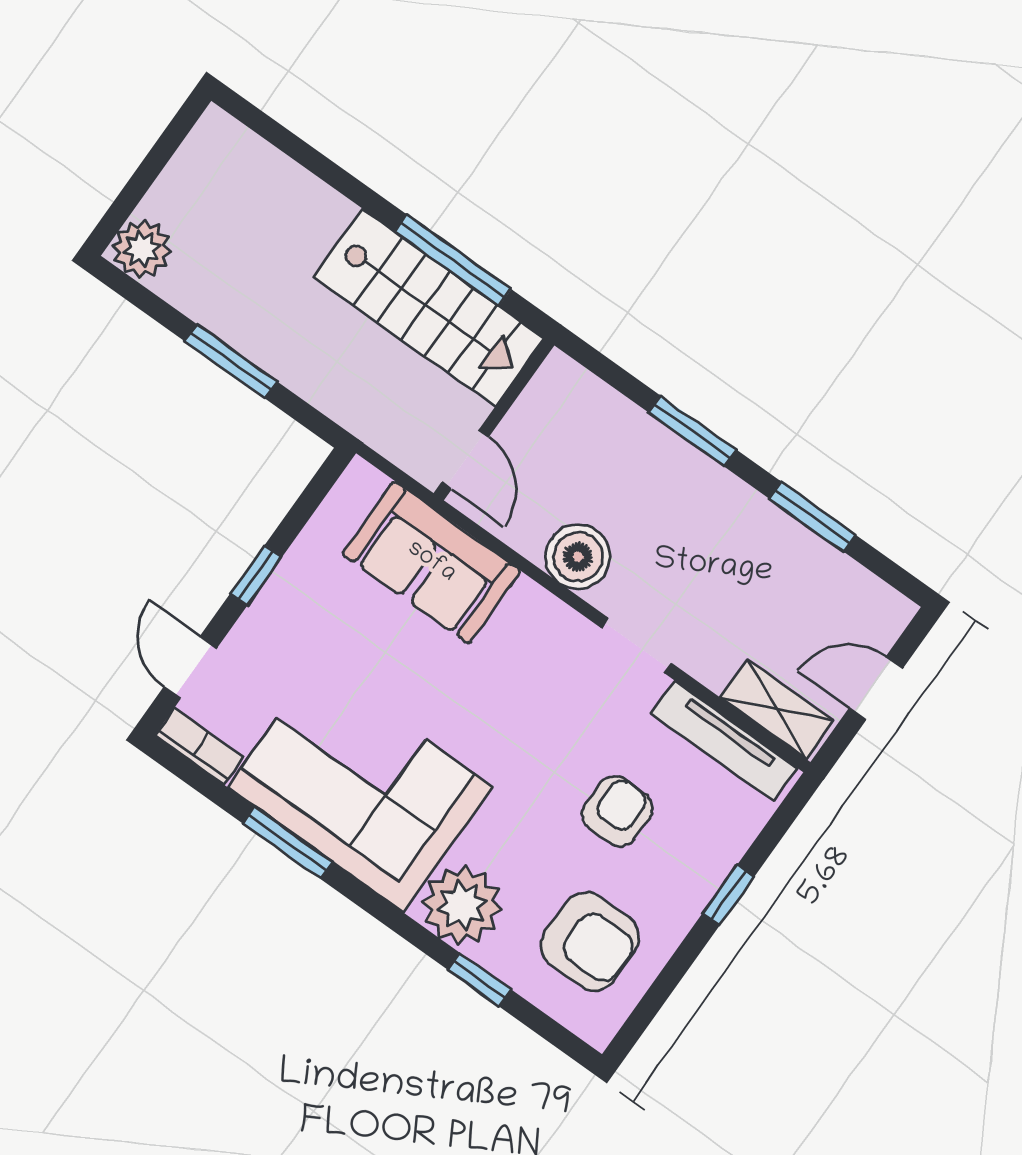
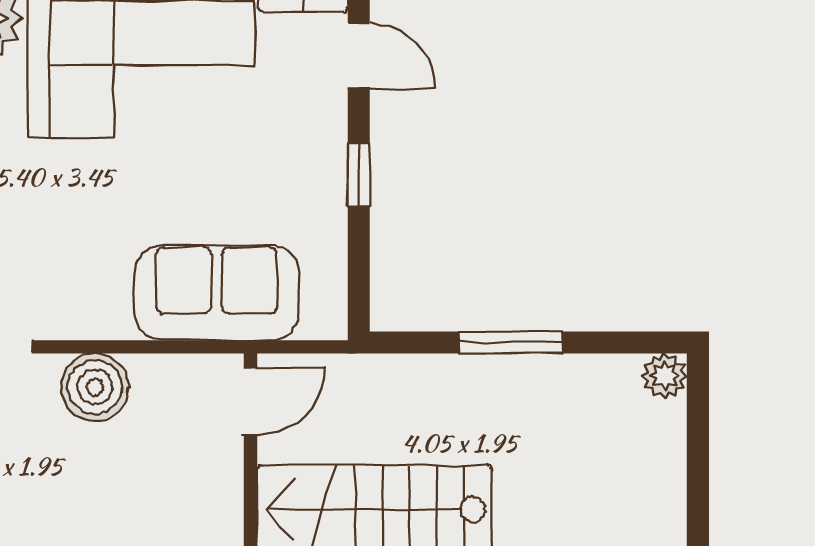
plant: (142, 249) -> (664, 376), width x0.73, depth x0.73
door: (465, 460) -> (251, 401), swing flipped

